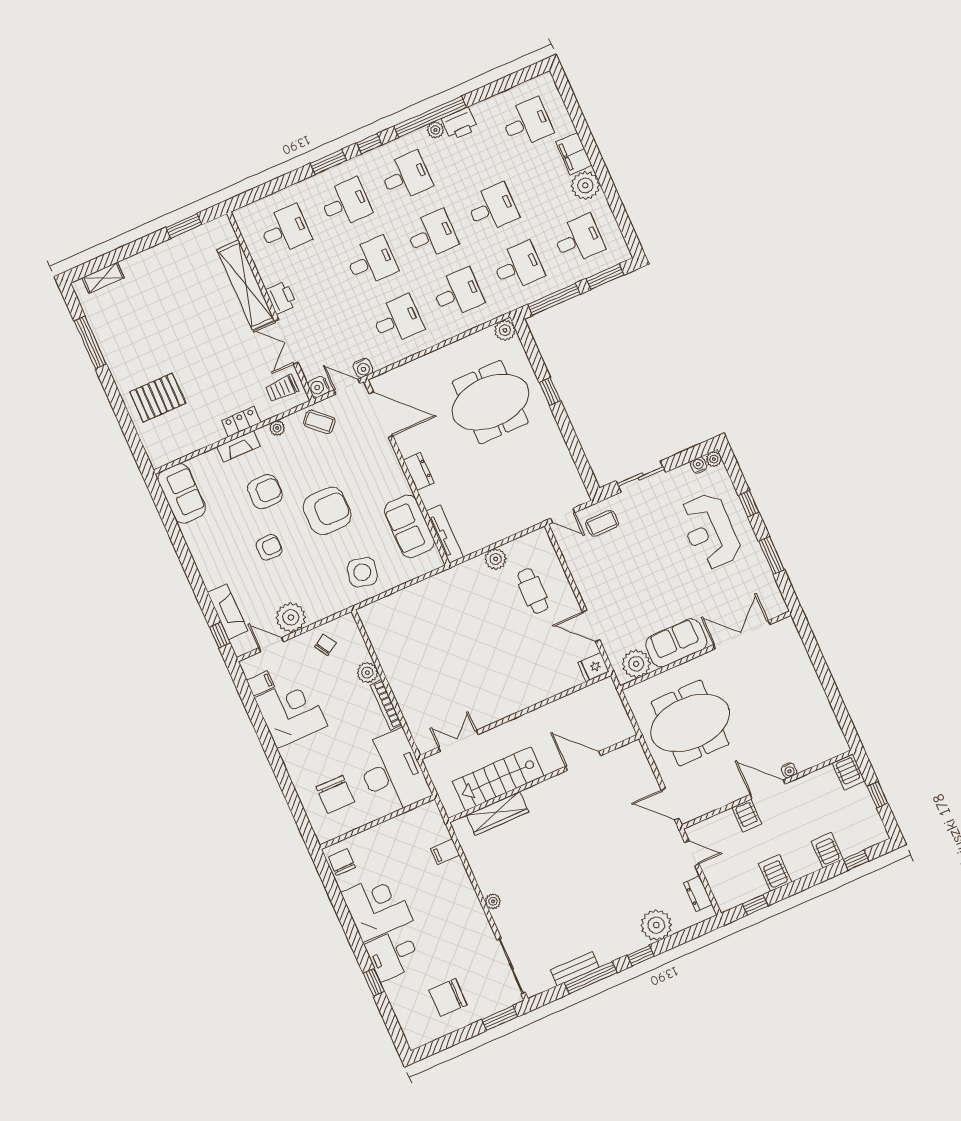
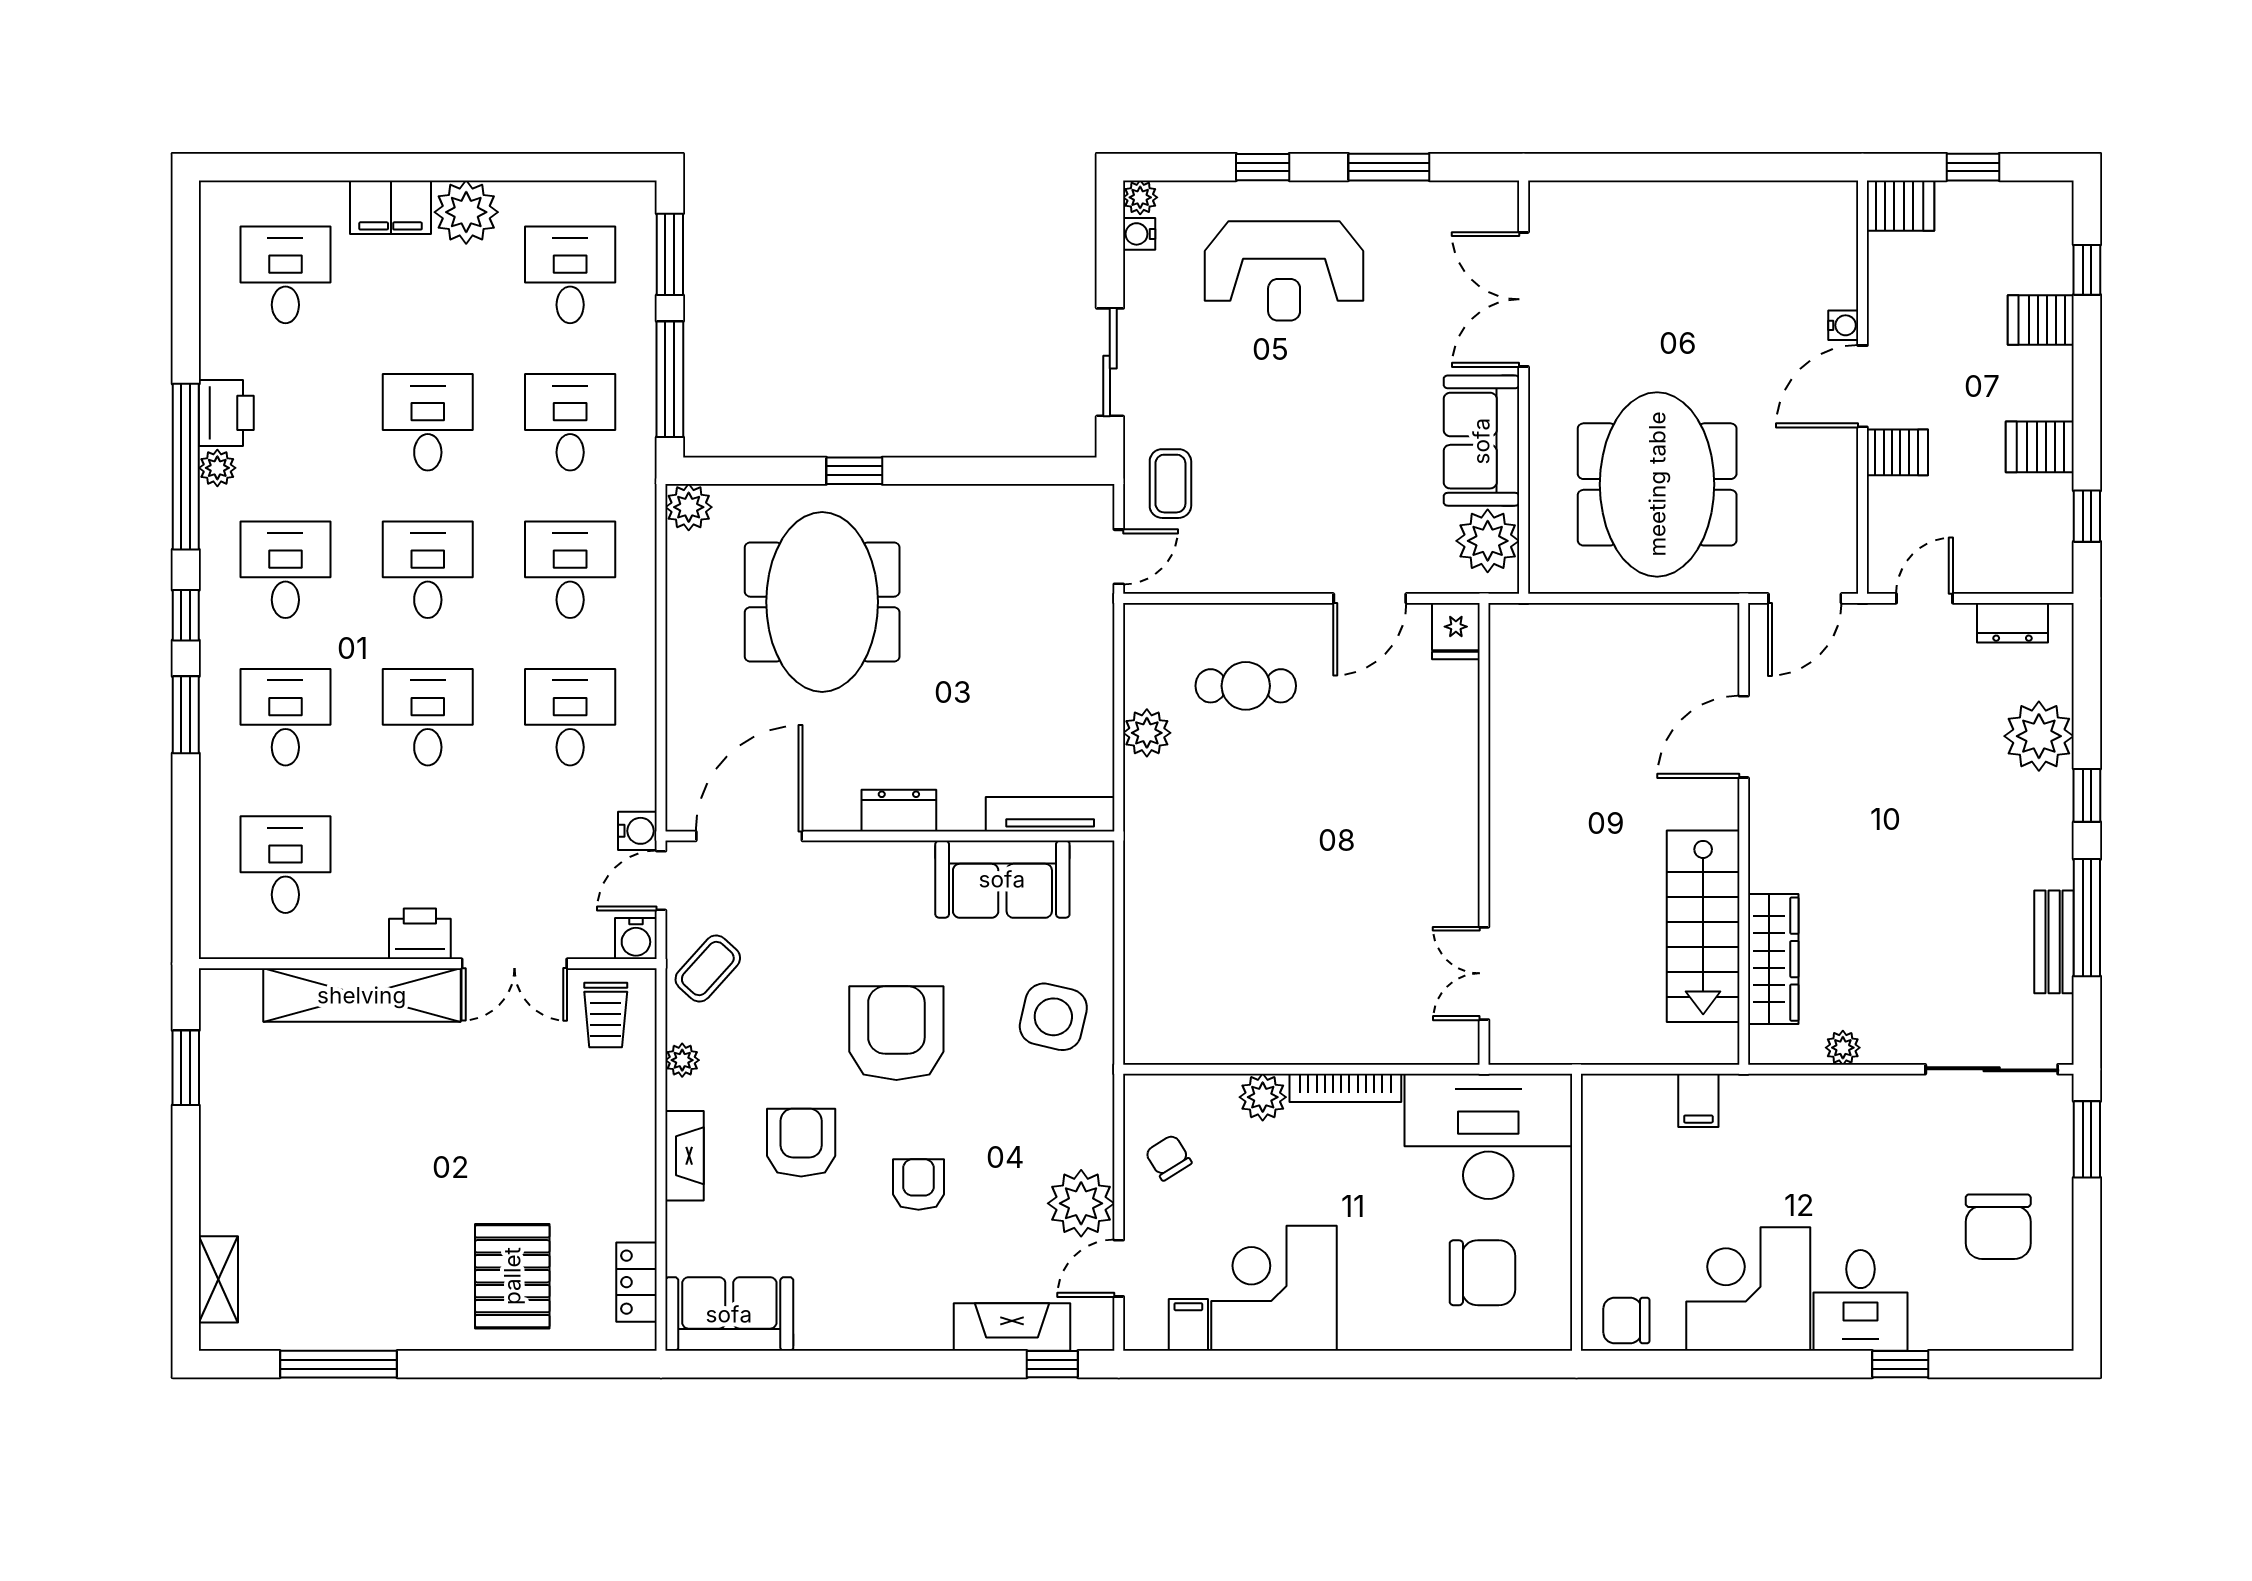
locker: (241, 422) -> (637, 1282), moved
door: (583, 761) -> (1744, 737), moved
stairs: (498, 779) -> (1703, 926), moved
wall: (543, 779) -> (1744, 834), moved
wardrobe: (497, 813) -> (1773, 959), moved

